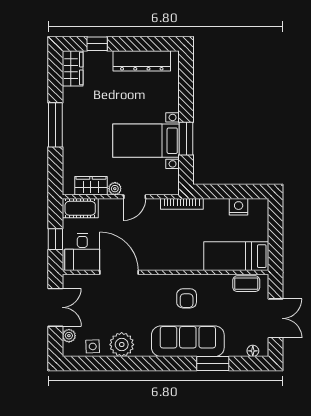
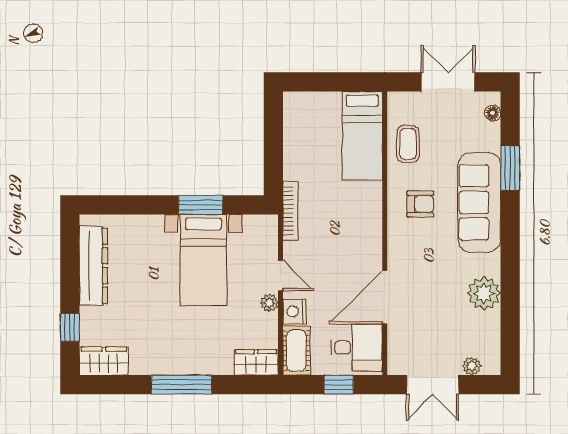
wardrobe: (91, 186) -> (256, 362), moved, turned 90
nightstand: (239, 207) -> (294, 311), moved
coffee table: (246, 284) -> (408, 144), moved
double door: (55, 307) -> (433, 385), swing flipped
side table: (93, 346) -> (487, 333), removed

